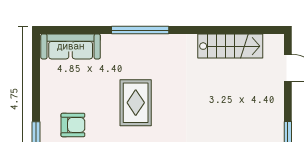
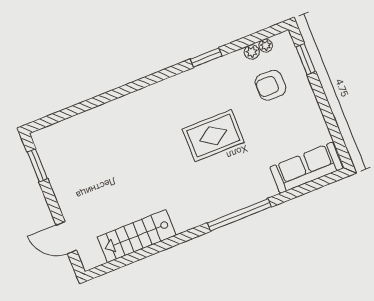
rug: (136, 103) -> (213, 136), turned 90

